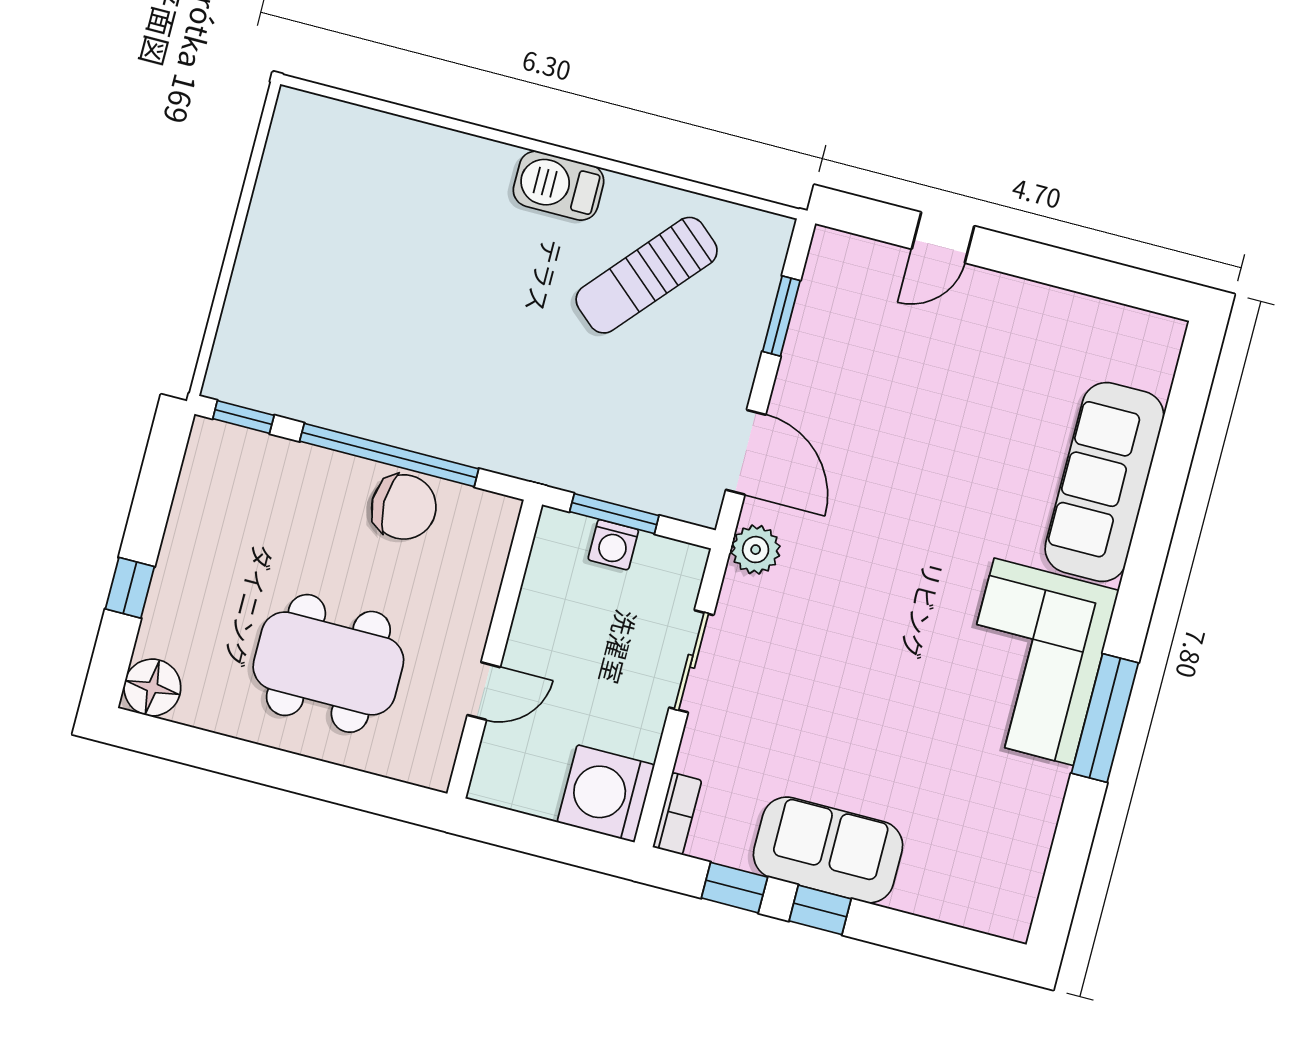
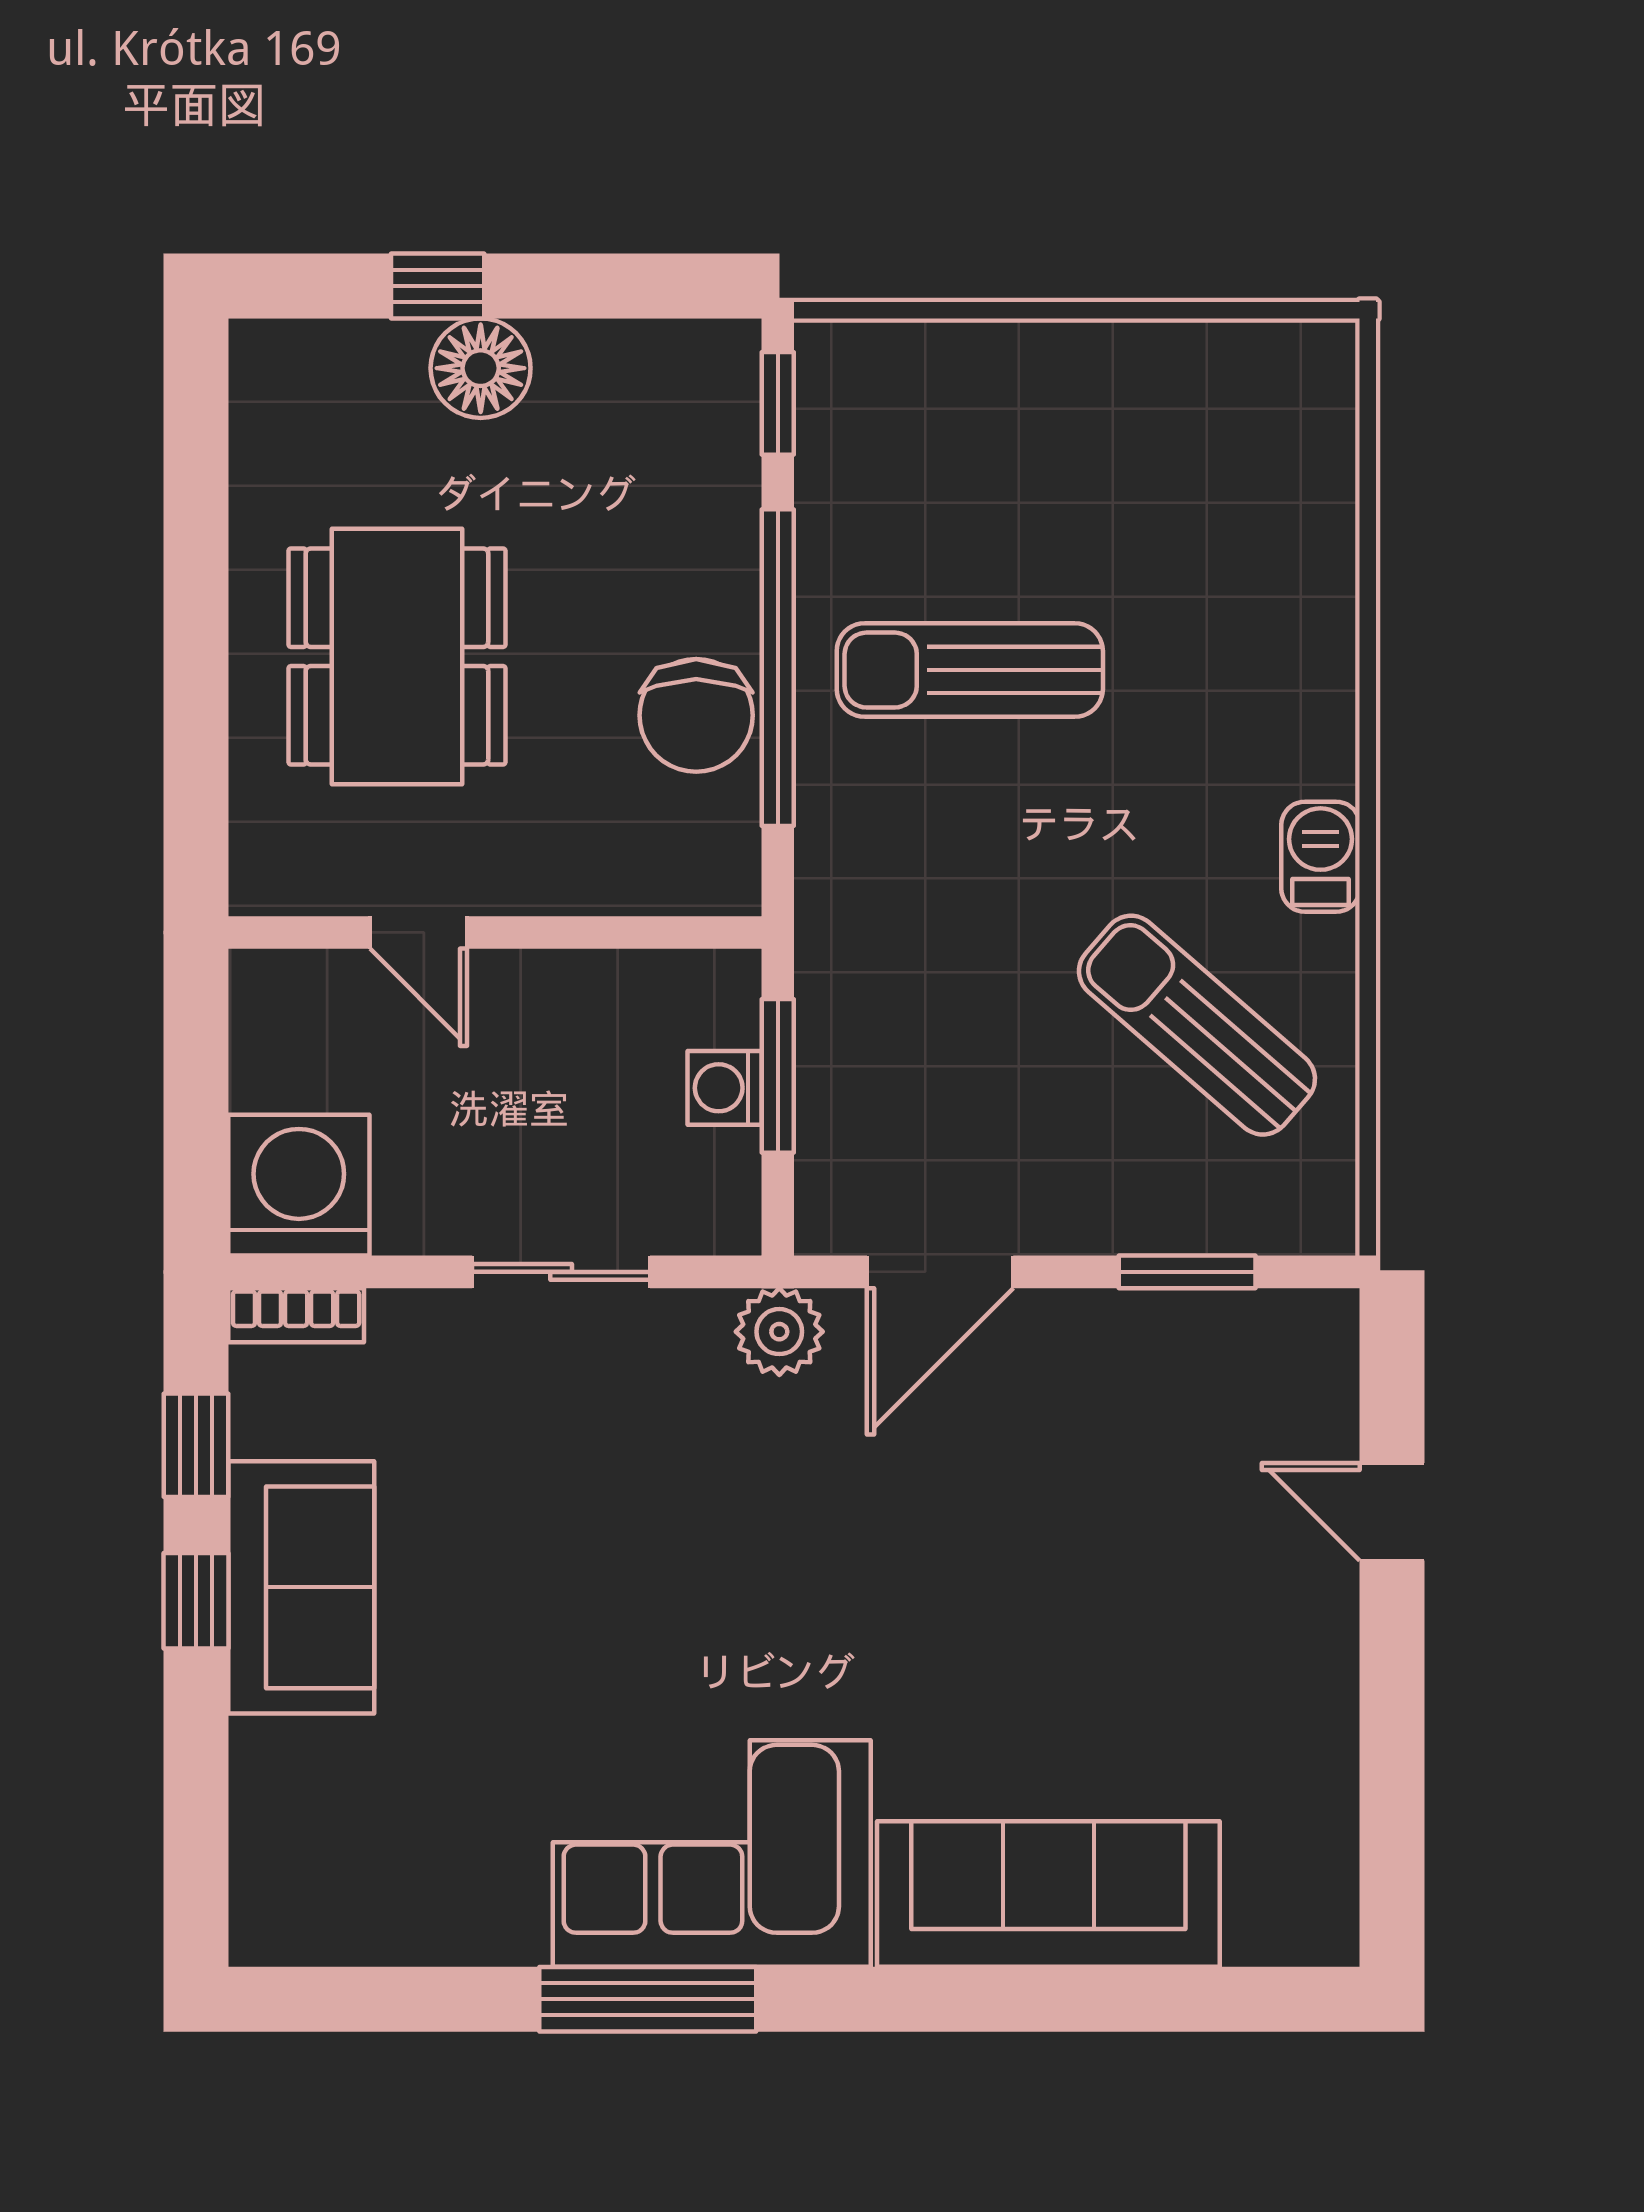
barbecue: (559, 186) -> (1321, 857), width x0.73, depth x0.79
sun lounger: (418, 349) -> (970, 670), added
floor lamp: (152, 688) -> (481, 368), moved

